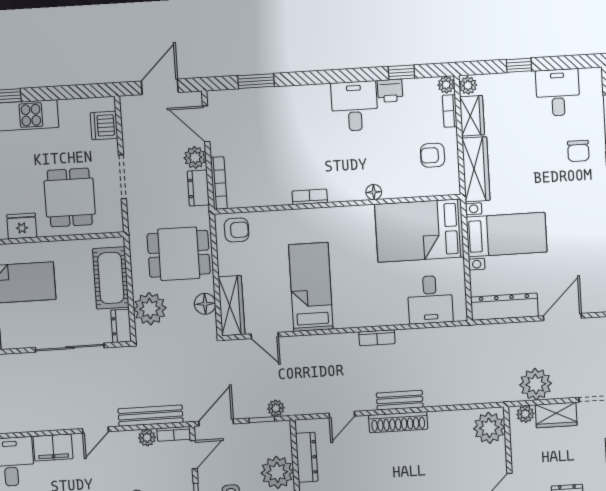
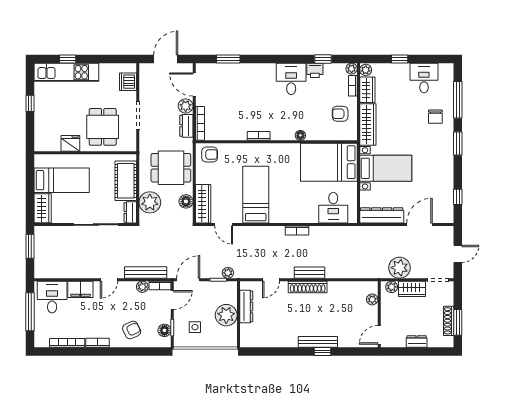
plant: (489, 428) -> (372, 299), width x0.53, depth x0.53

